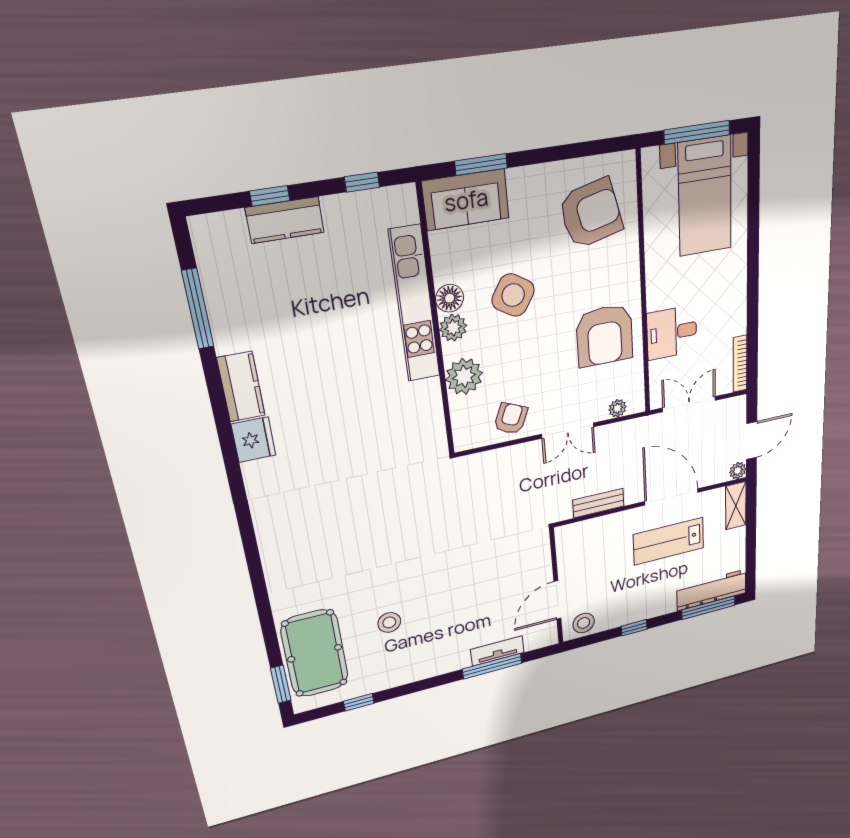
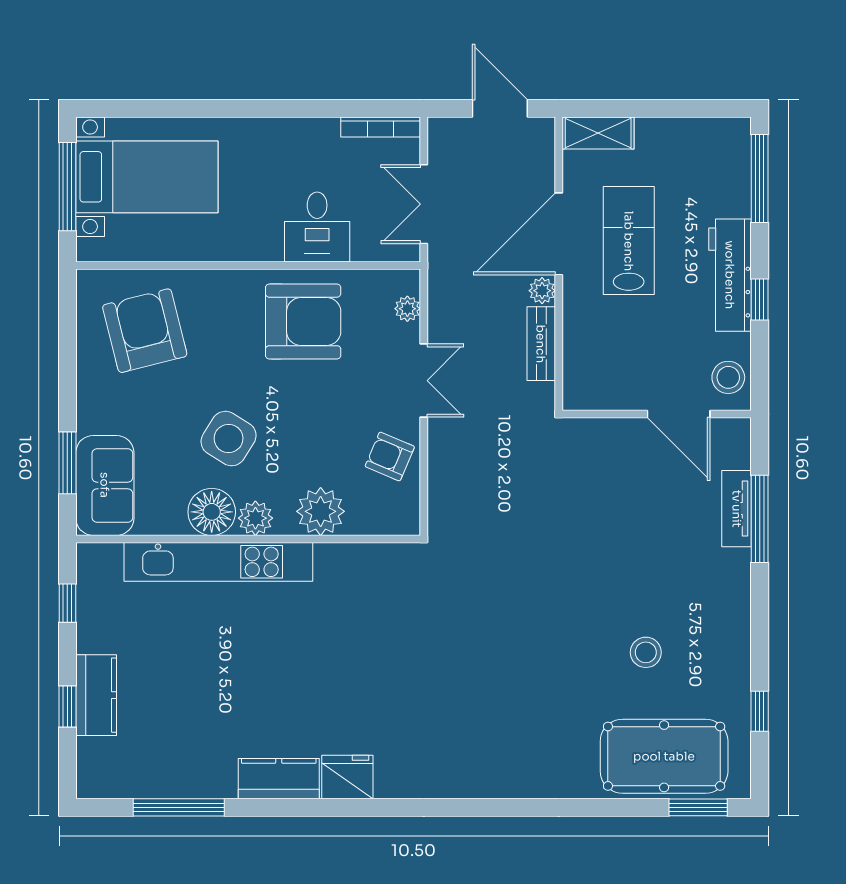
floor lamp: (450, 298) -> (212, 512), width x1.38, depth x1.38
plant: (738, 471) -> (542, 291), moved
lab bench: (669, 541) -> (629, 241), turned 180
workbench: (712, 590) -> (730, 275), moved

